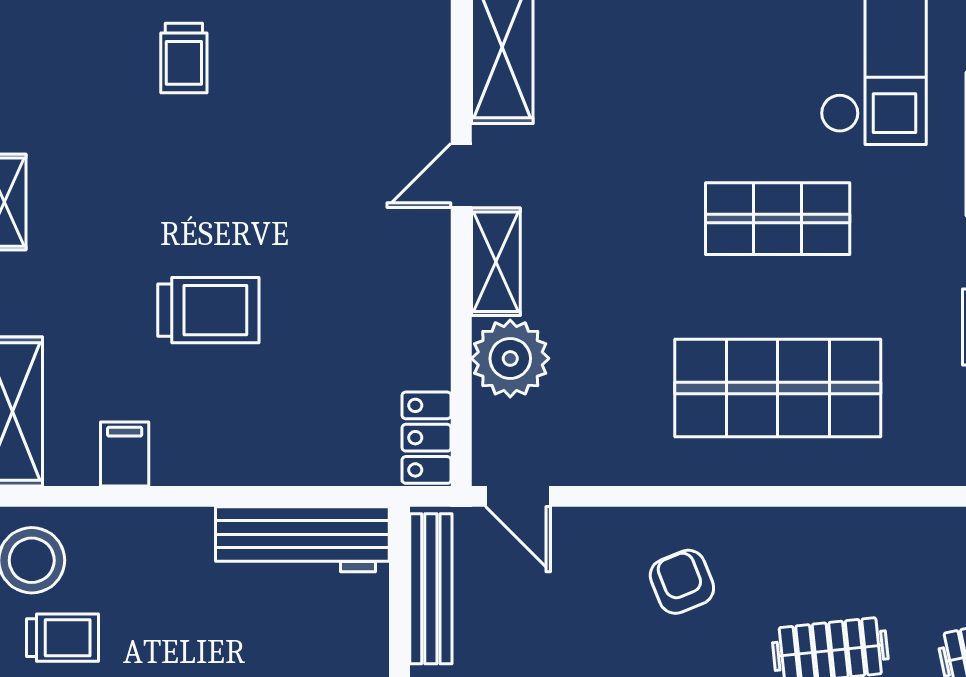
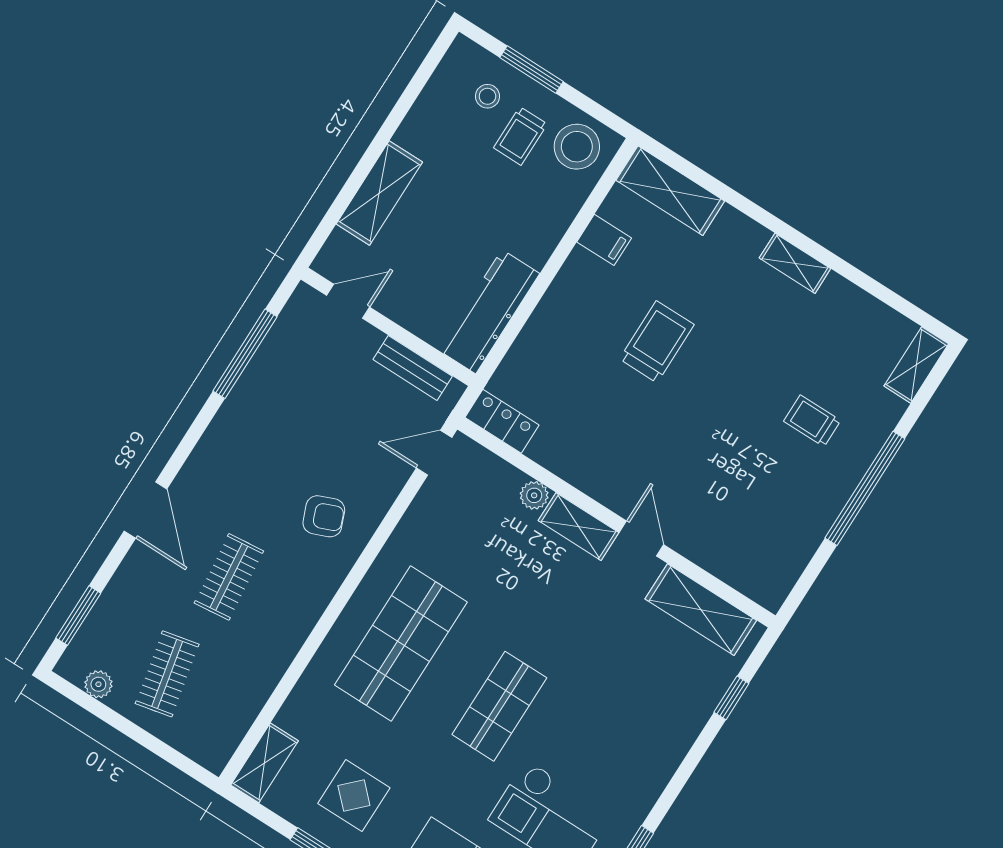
trolley: (208, 310) -> (657, 342), turned 180
plant: (510, 358) -> (534, 495), width x0.53, depth x0.53
bench: (431, 589) -> (413, 368), width x0.73

